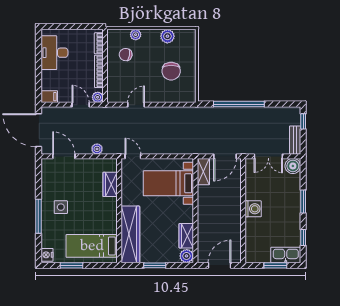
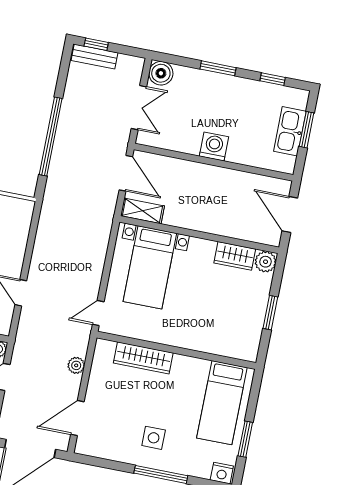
bench: (295, 140) -> (94, 57), moved
wardrobe: (110, 184) -> (143, 358), width x1.50
wardrobe: (130, 234) -> (216, 341), removed
kitchen sink: (286, 255) -> (290, 131), moved

